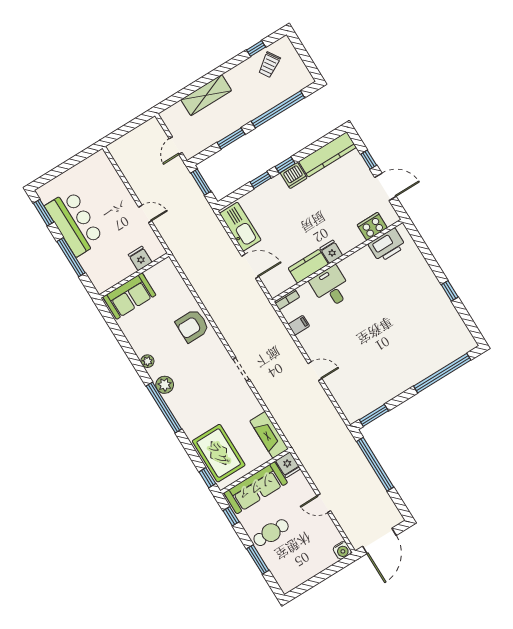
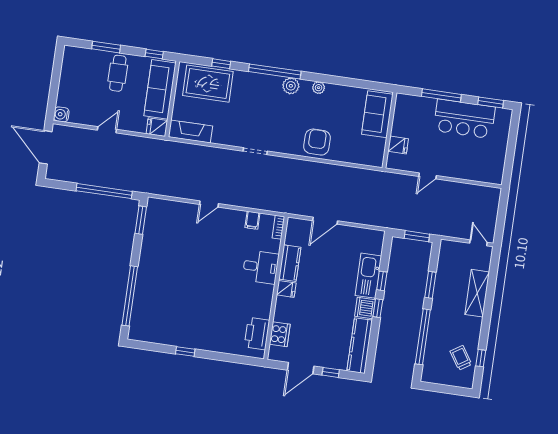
door: (176, 146) -> (478, 243), moved
kitchen sink: (240, 227) -> (368, 276), moved, turned 90
window: (207, 478) -> (221, 64), moved

